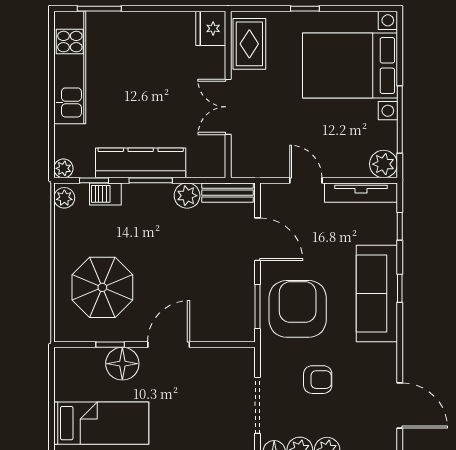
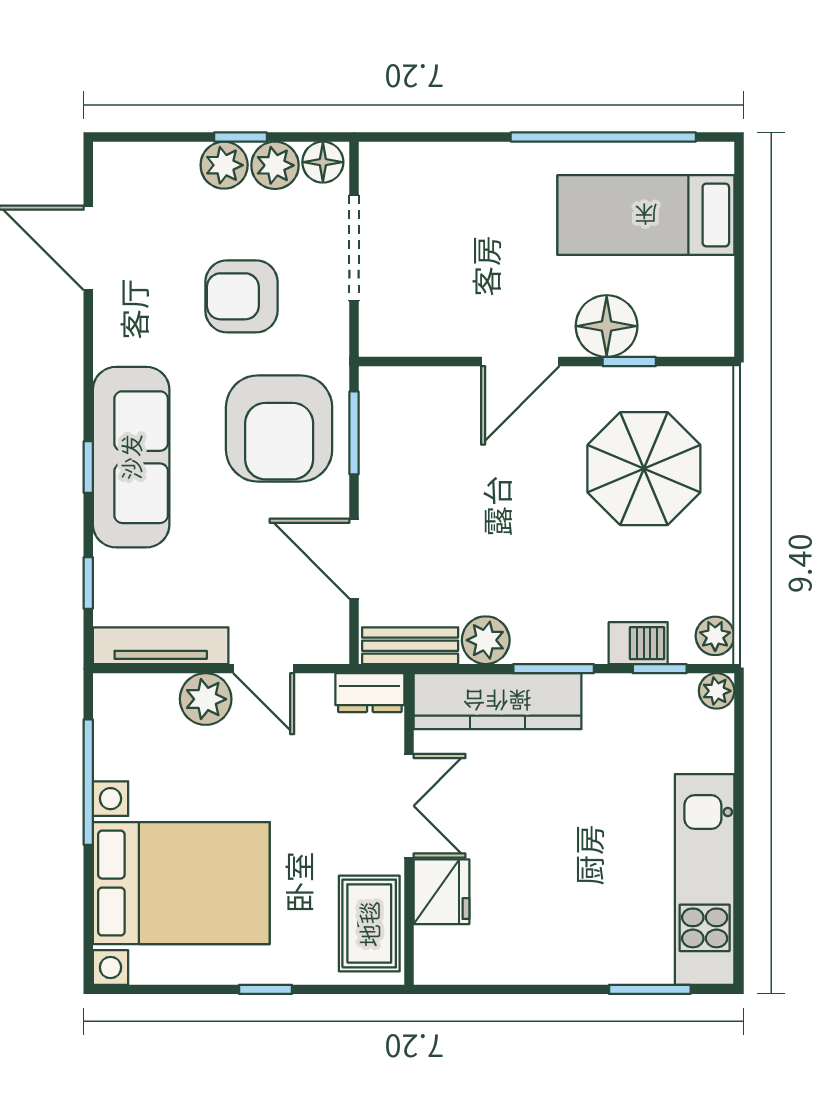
fridge: (211, 28) -> (441, 892), moved
kitchen counter: (141, 163) -> (497, 701), moved
plant: (383, 164) -> (206, 699), moved
dresser: (249, 167) -> (370, 693), added
armchair: (318, 380) -> (241, 296), width x1.38, depth x1.38

